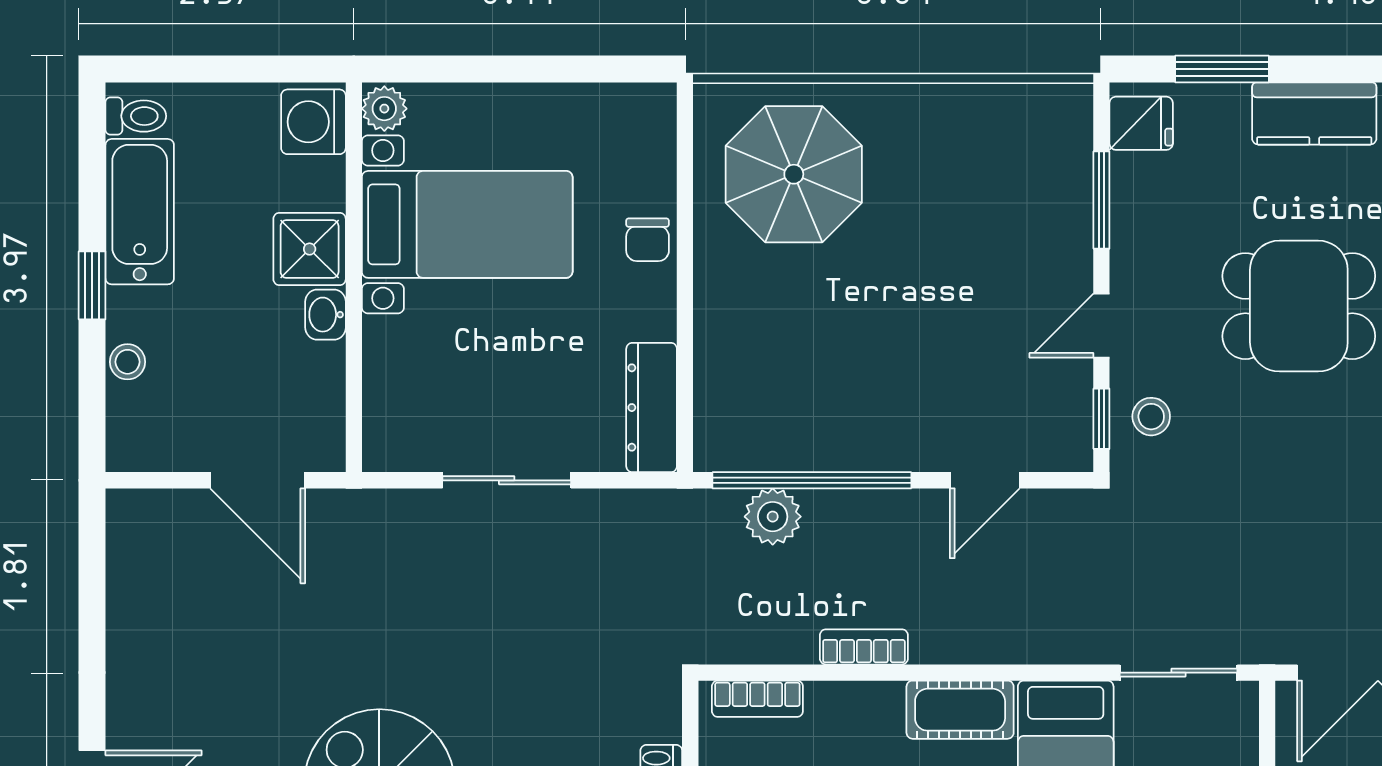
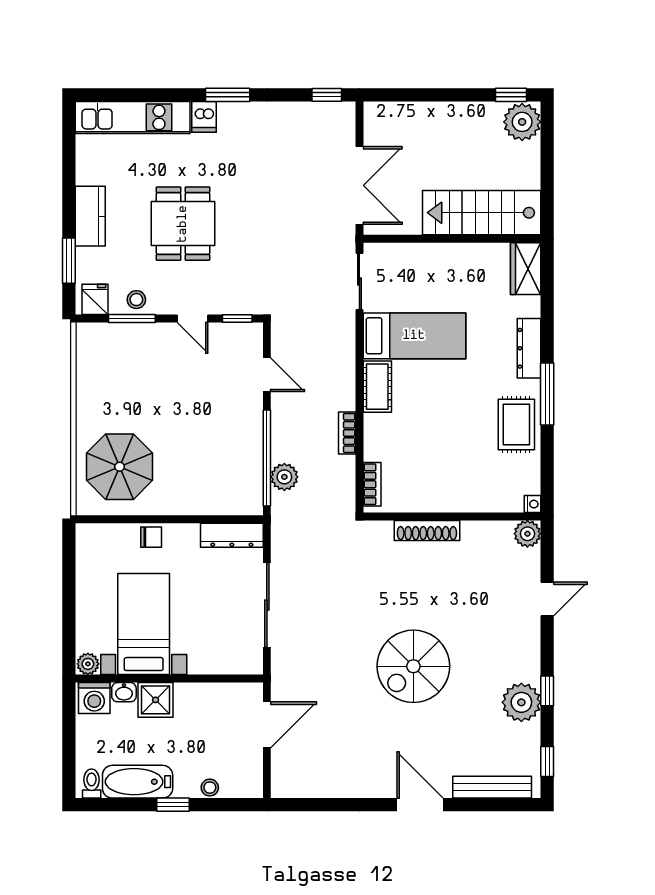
washbasin: (325, 315) -> (124, 692), moved
stool: (1151, 417) -> (136, 300), moved
sliding door: (507, 480) -> (267, 605), width x1.37

